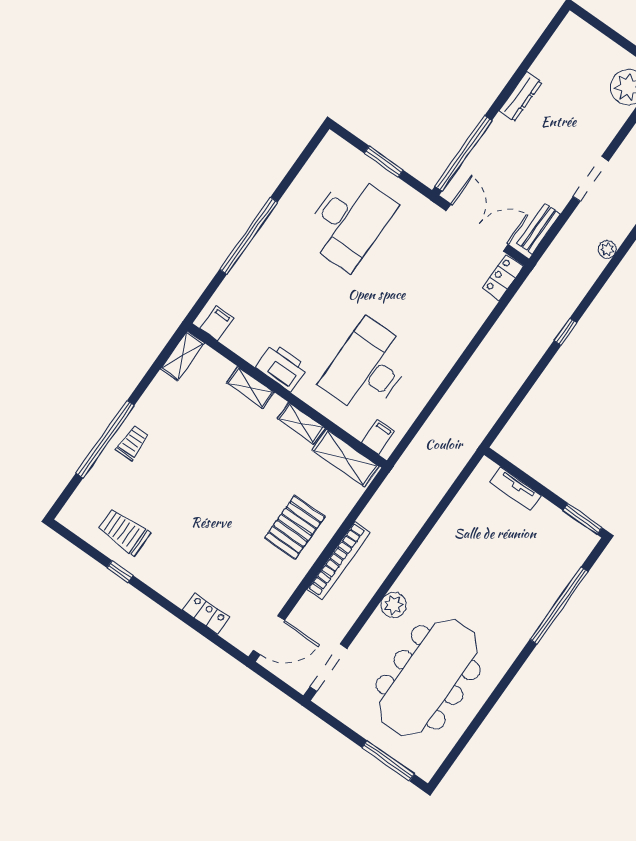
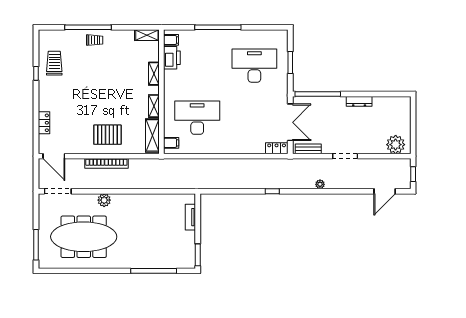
desk: (349, 221) -> (254, 66), turned 180
printer: (282, 367) -> (172, 58), moved

